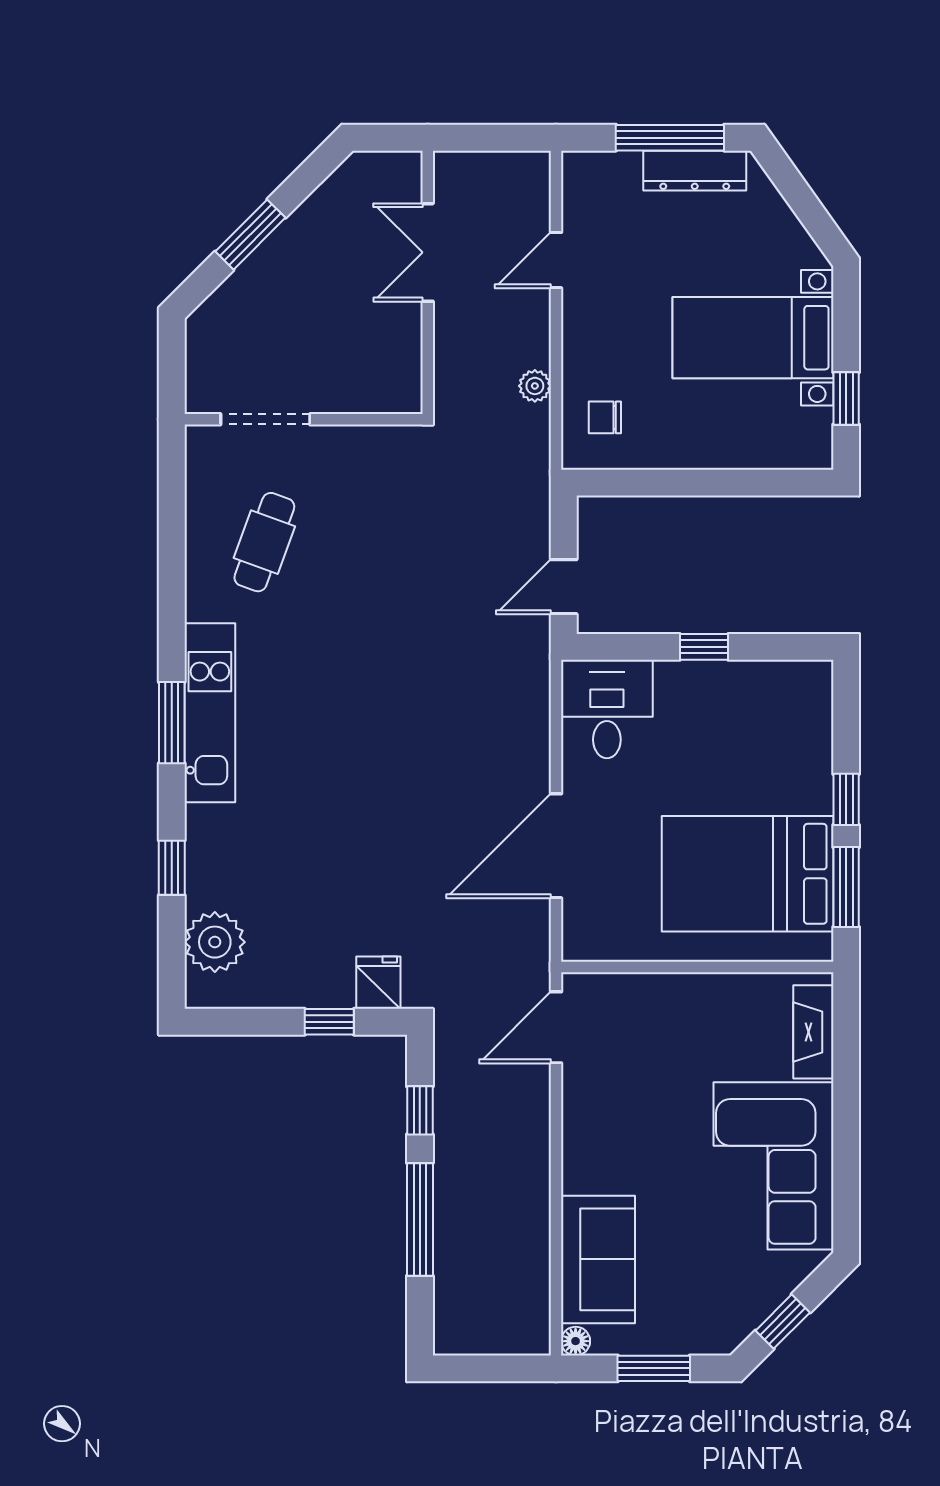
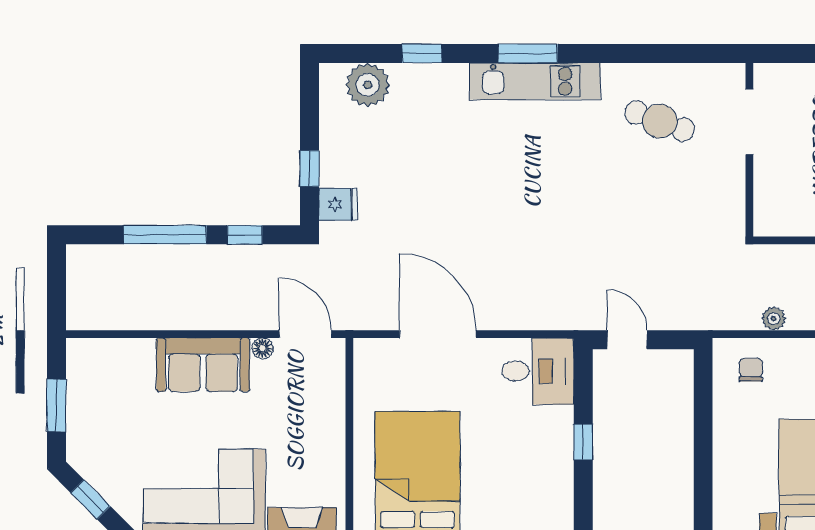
sofa: (598, 1259) -> (203, 365), moved
floor lamp: (576, 1341) -> (263, 348), moved

